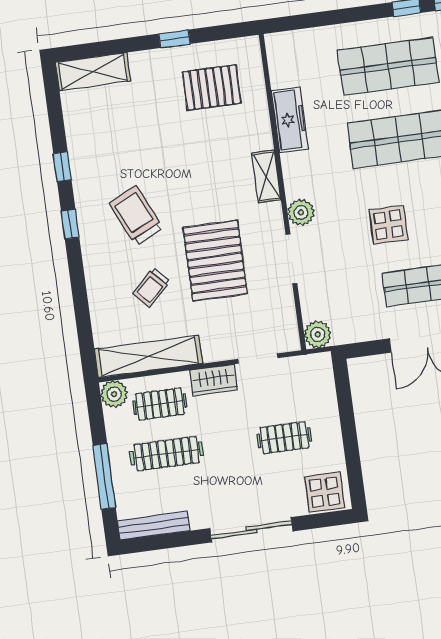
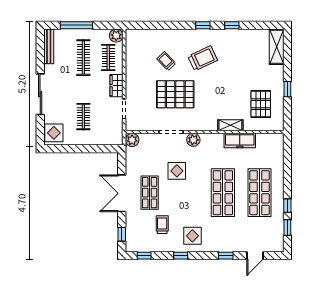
shelving: (266, 177) -> (230, 125), moved
display table: (388, 225) -> (177, 171), moved
shelving: (148, 356) -> (133, 55), removed

